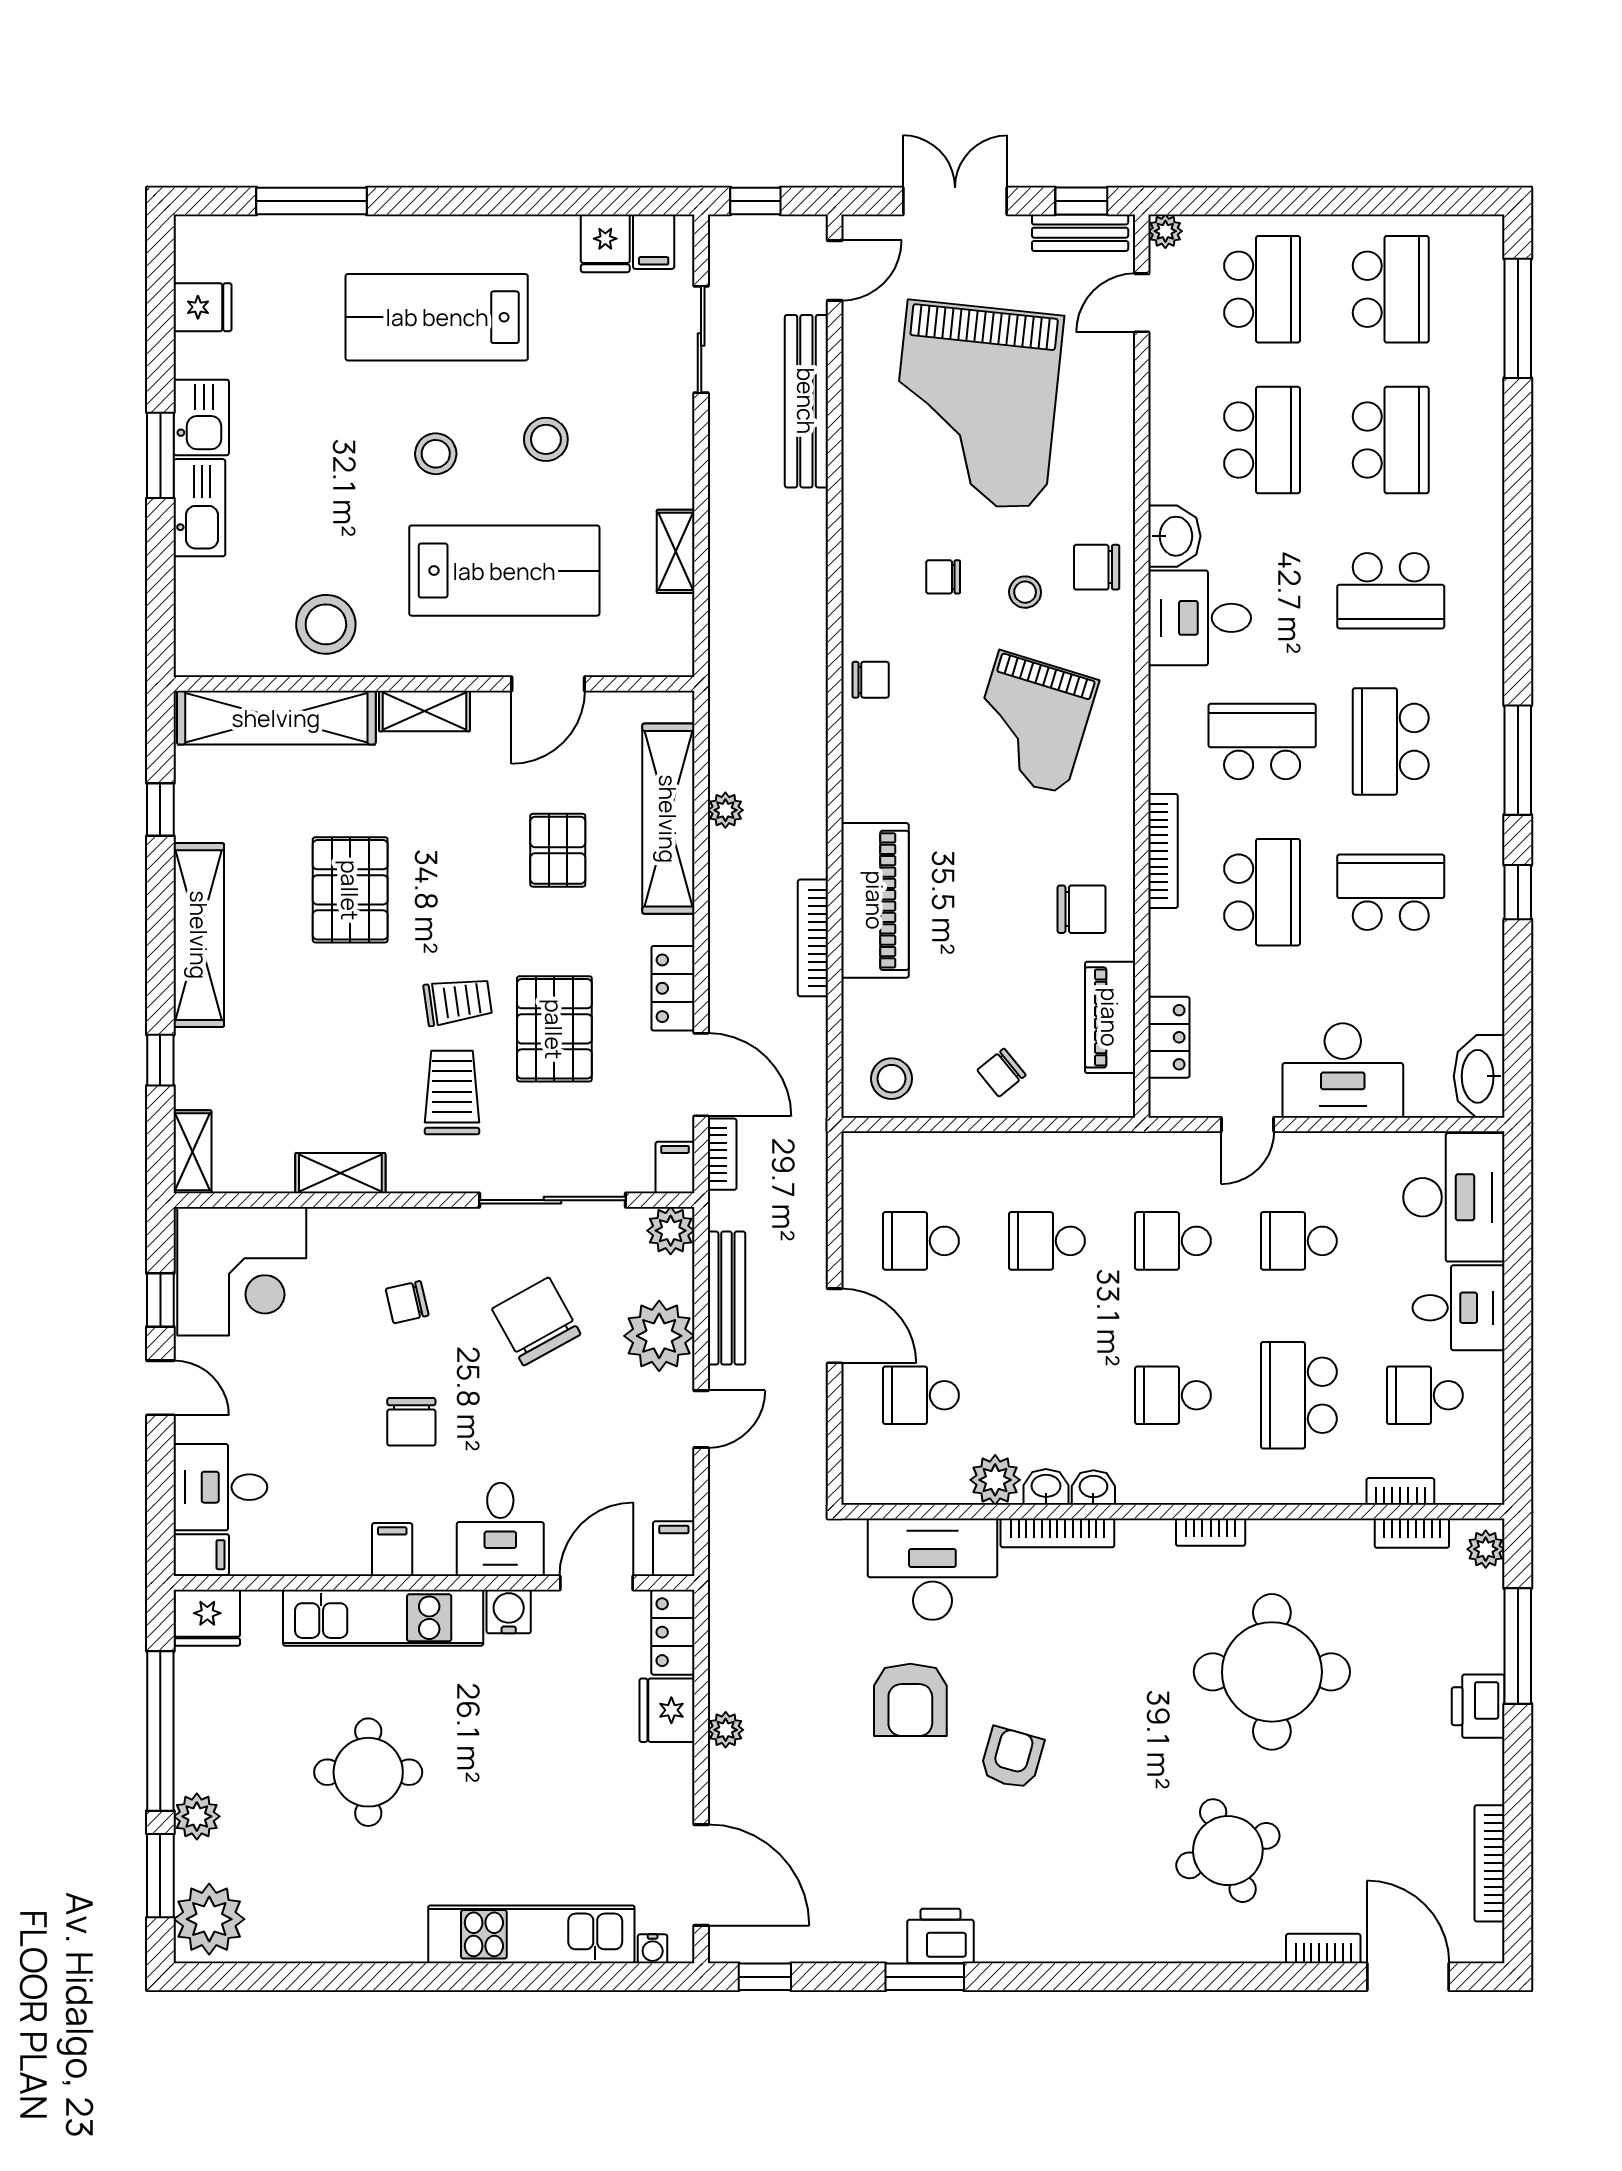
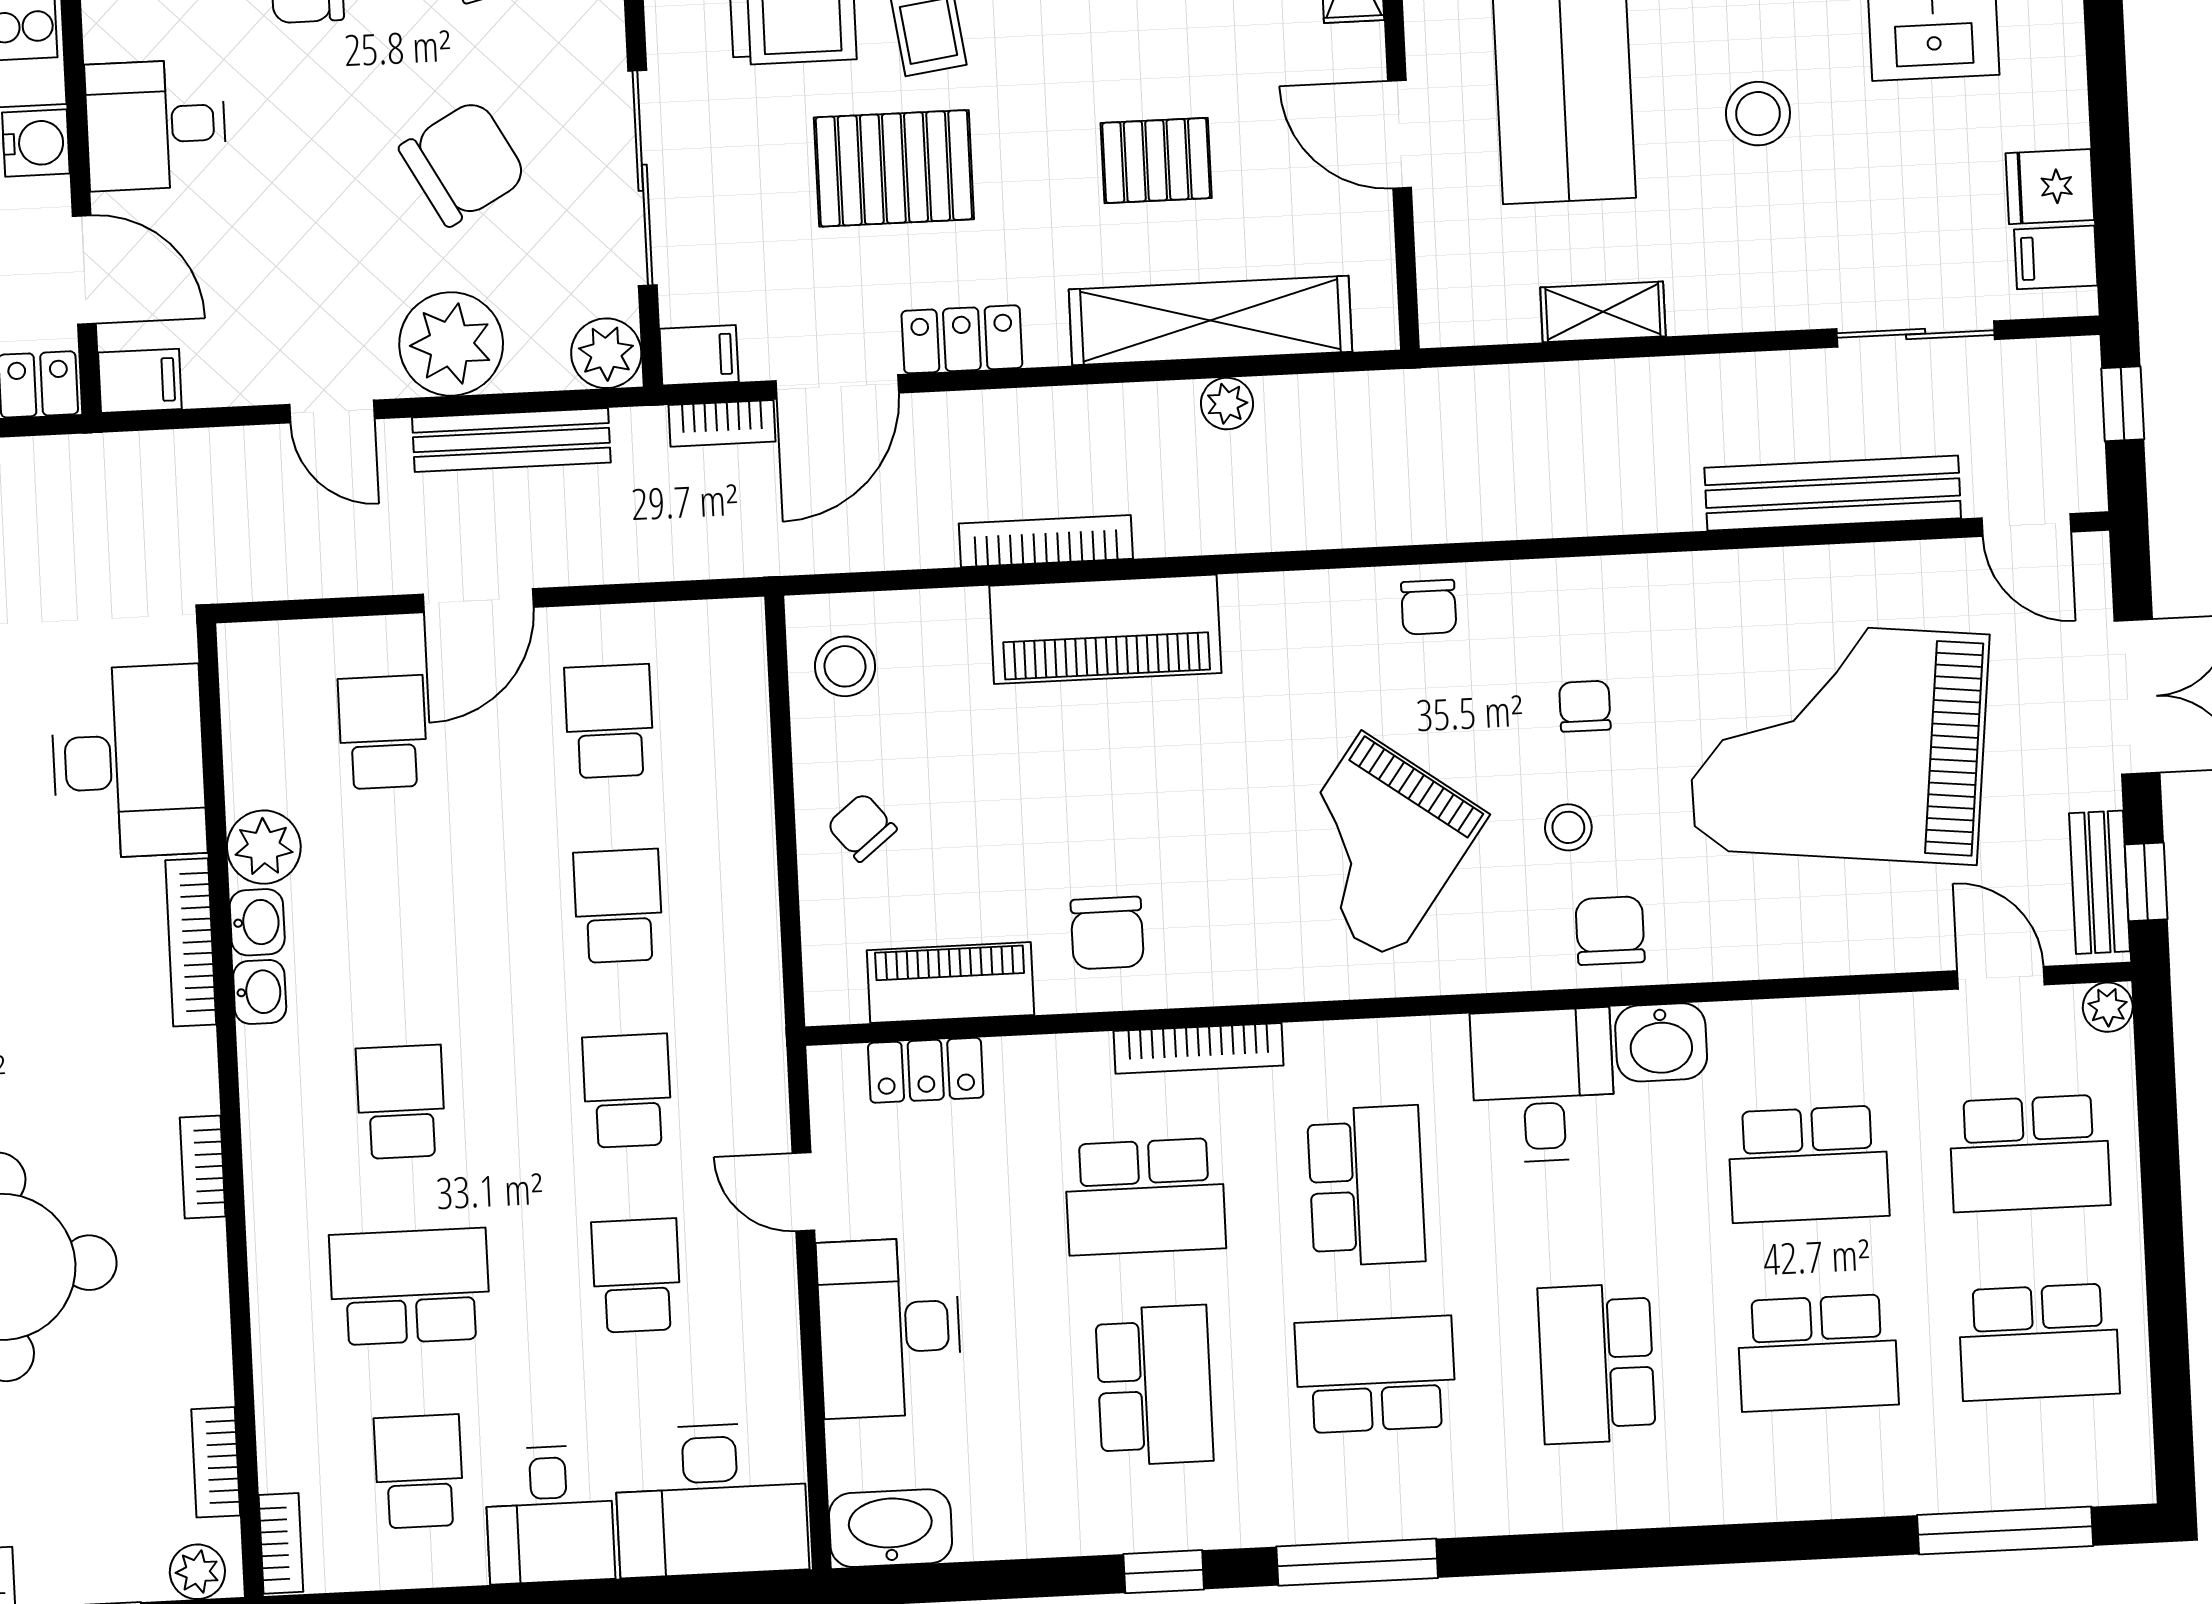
grand piano: (1032, 723) -> (1377, 847), turned -71
bookcase: (1400, 1491) -> (281, 1543), moved

